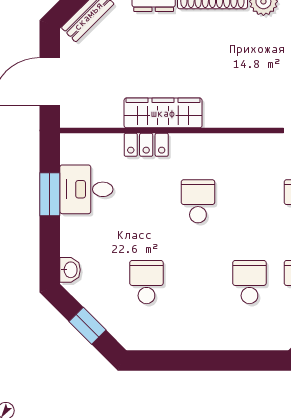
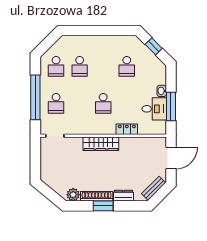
wardrobe: (163, 113) -> (101, 144), moved
window: (50, 194) -> (171, 107), width x1.44
washbasin: (70, 270) -> (162, 91), moved

